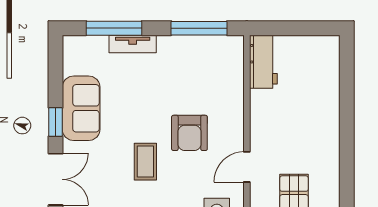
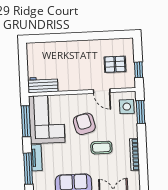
corner sofa: (201, 66) -> (47, 119), added
armchair: (189, 133) -> (84, 124), turned -104

